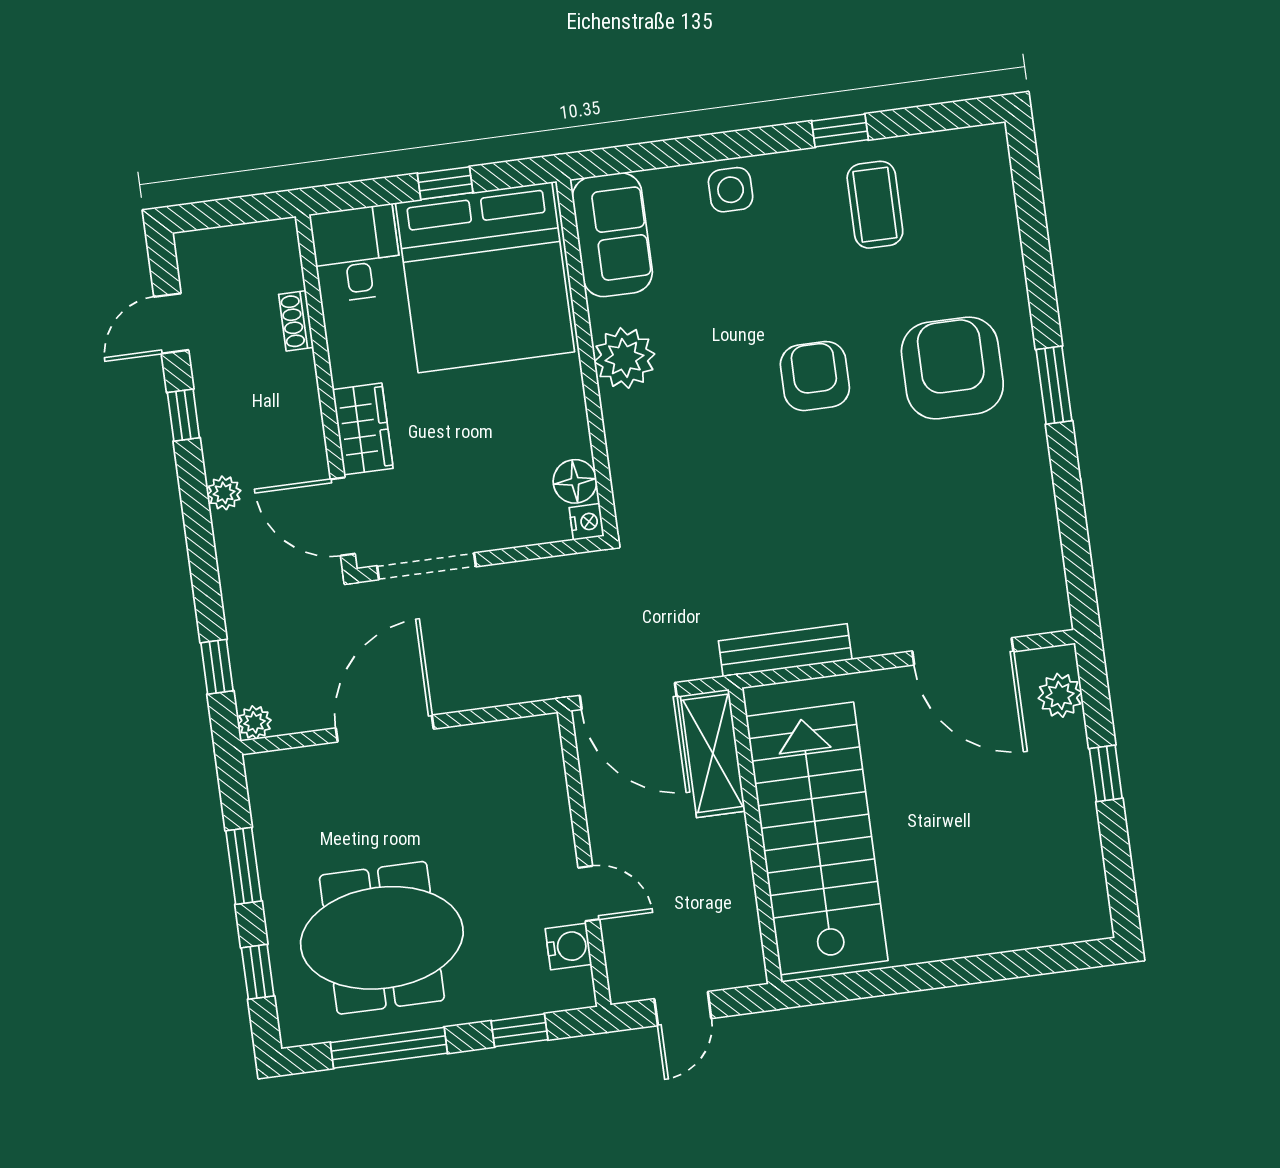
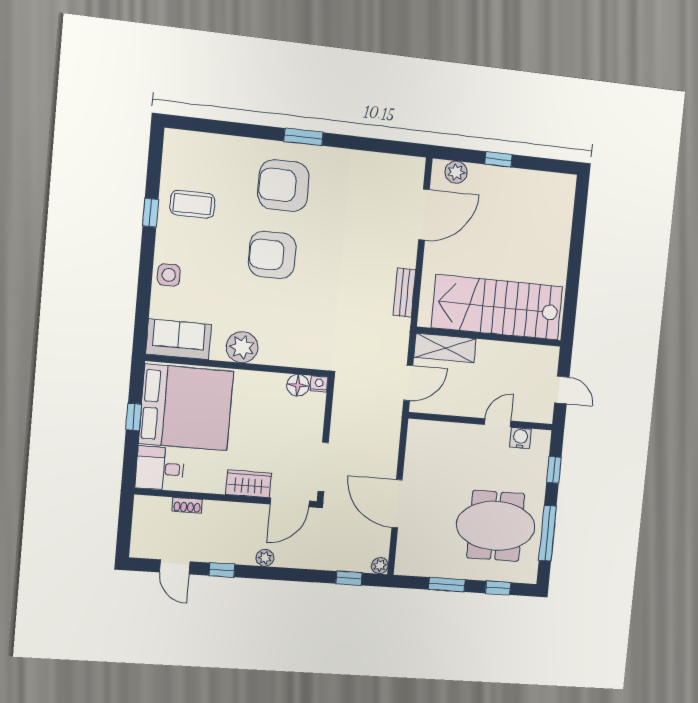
armchair: (815, 376) -> (272, 255), width x1.36, depth x1.36
bench: (785, 650) -> (404, 293), width x0.73
door: (628, 696) -> (408, 383), width x0.73
meeting table: (382, 938) -> (496, 526), turned 90

